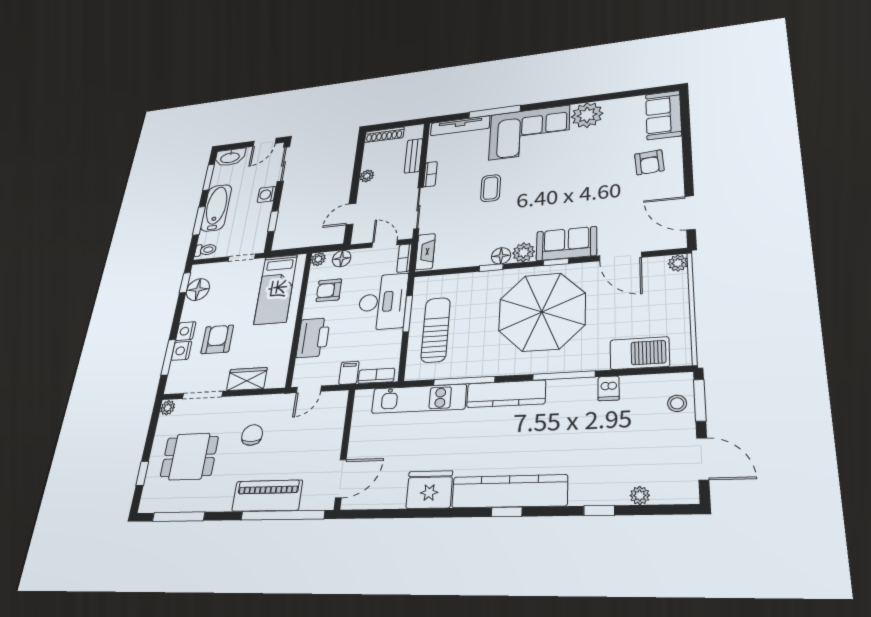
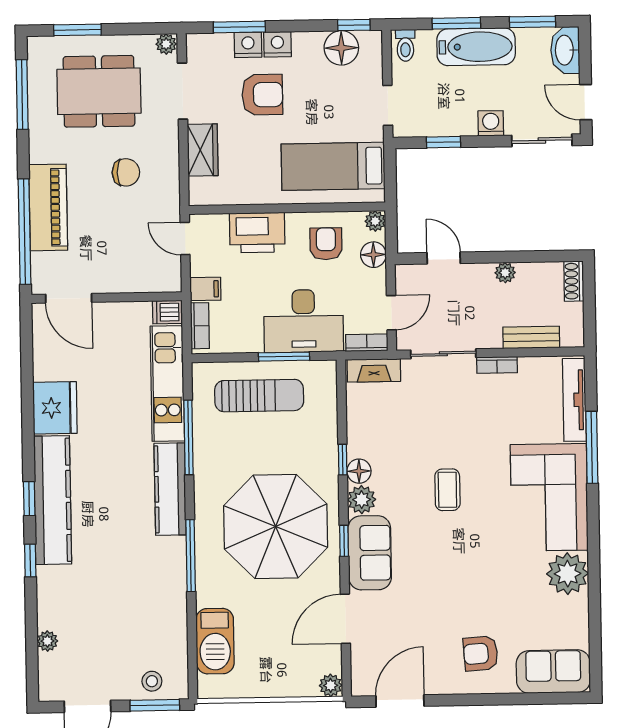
shoe rack: (384, 135) -> (574, 281), width x0.70
coffee table: (491, 188) -> (447, 490), moved, turned 90
dishwasher: (609, 388) -> (167, 312), moved
dining table: (189, 457) -> (99, 91), width x1.37
window: (142, 473) -> (77, 30), width x1.50
window: (599, 511) -> (30, 560), moved

